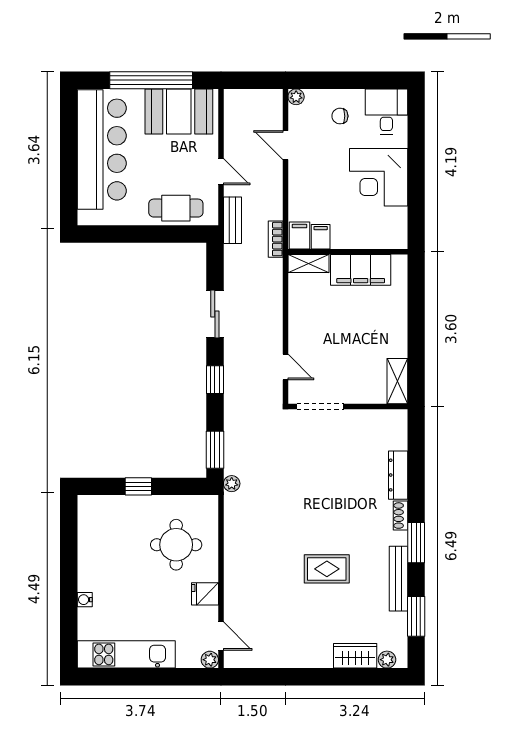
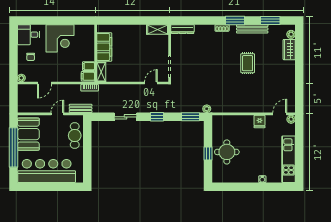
dresser: (398, 475) -> (183, 29), moved
round table: (176, 545) -> (227, 152), moved

